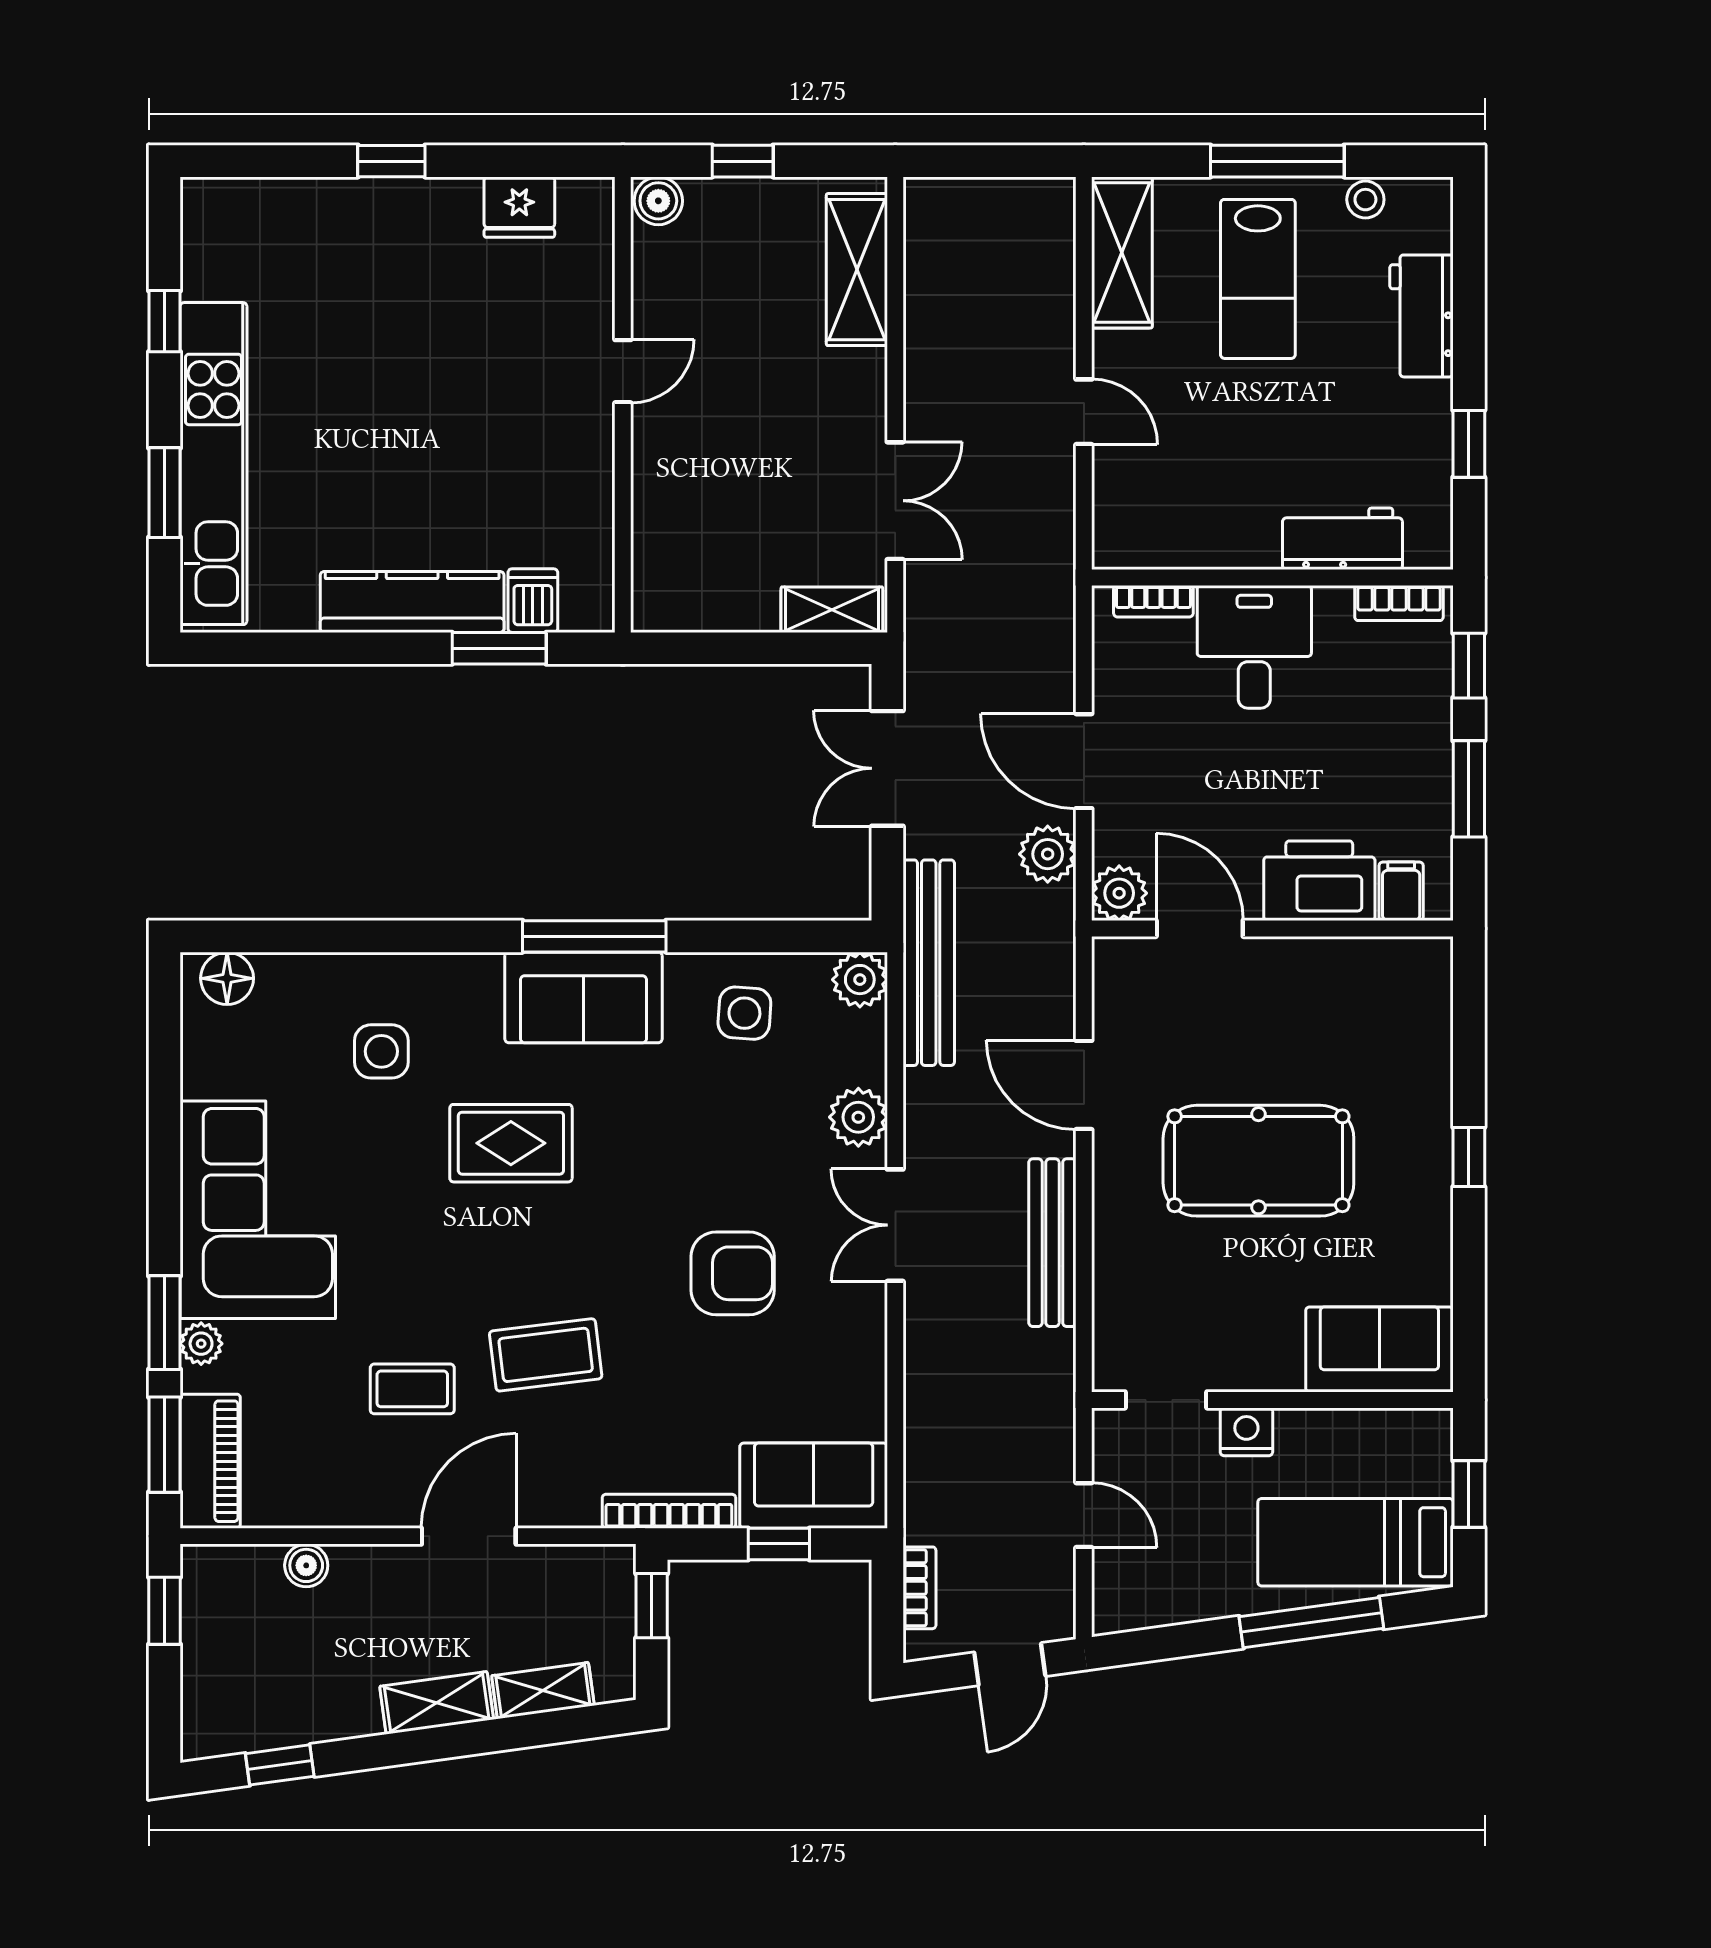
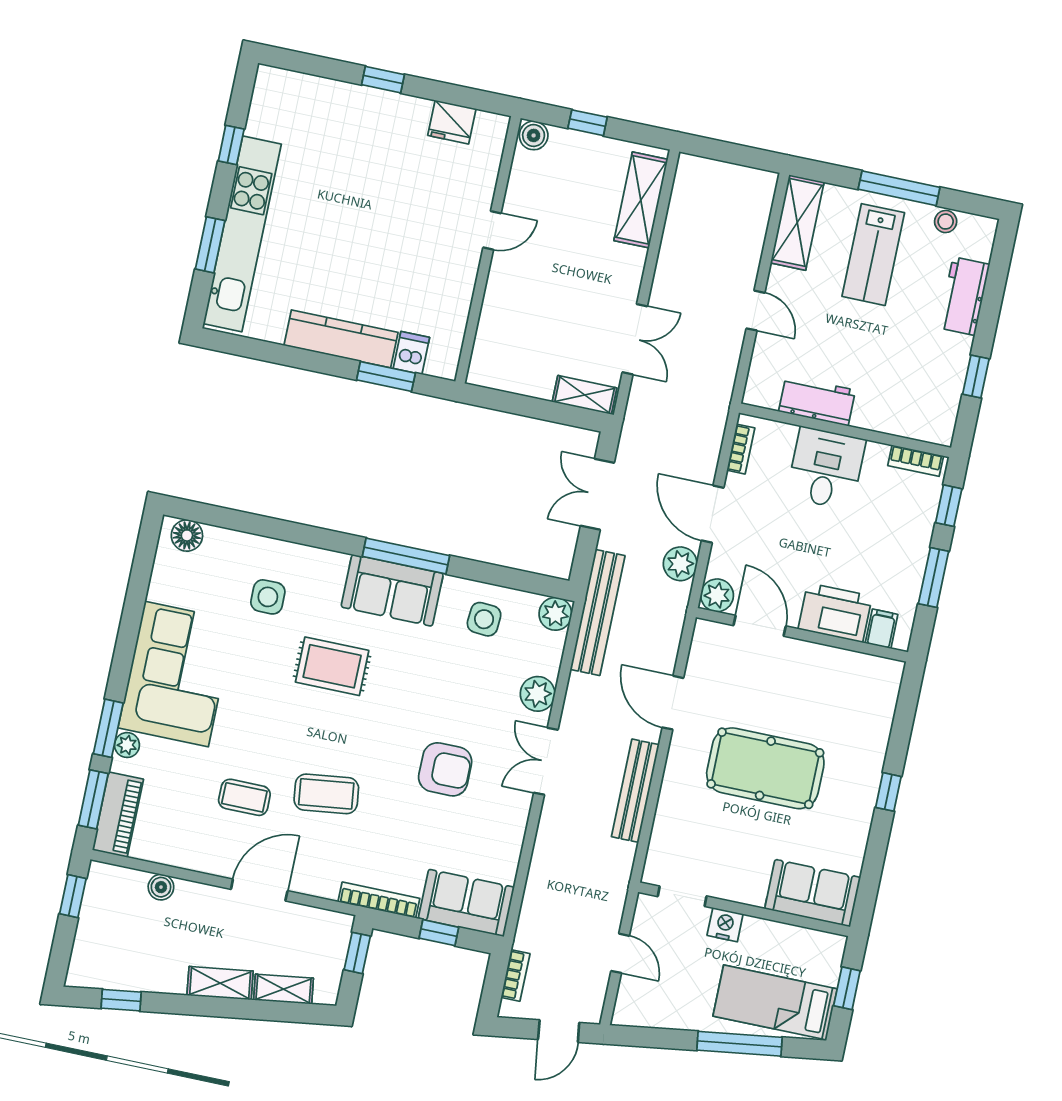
workbench: (1342, 539) -> (817, 401), moved
bookcase: (1153, 601) -> (741, 449), moved, turned -90

